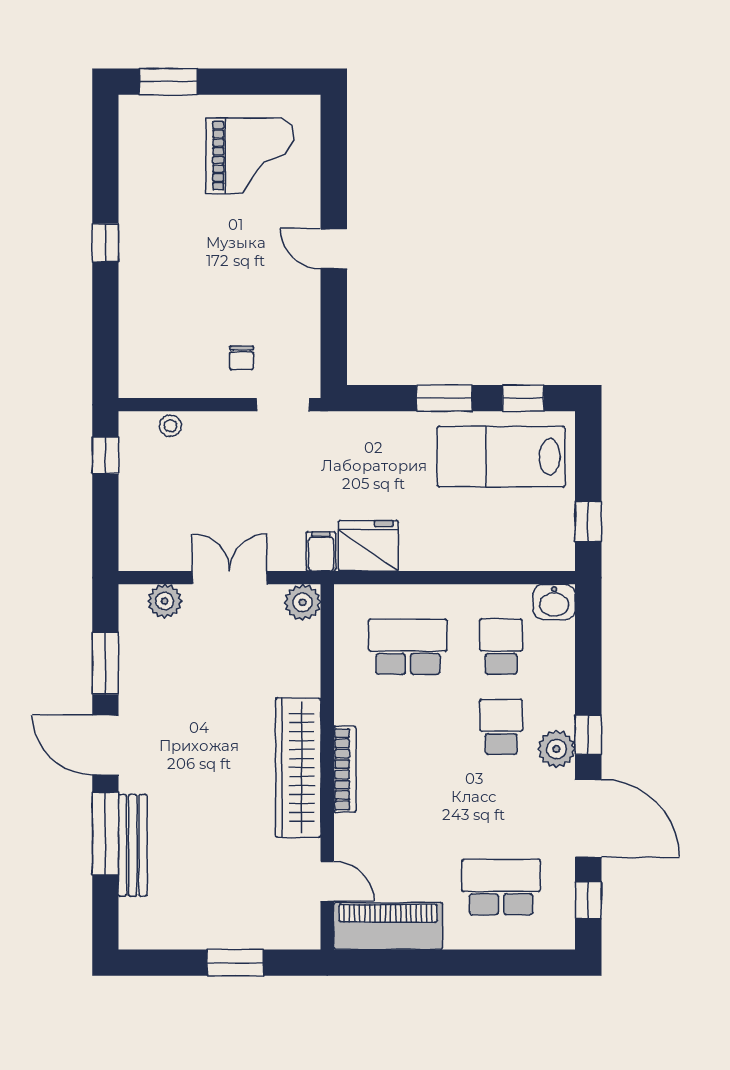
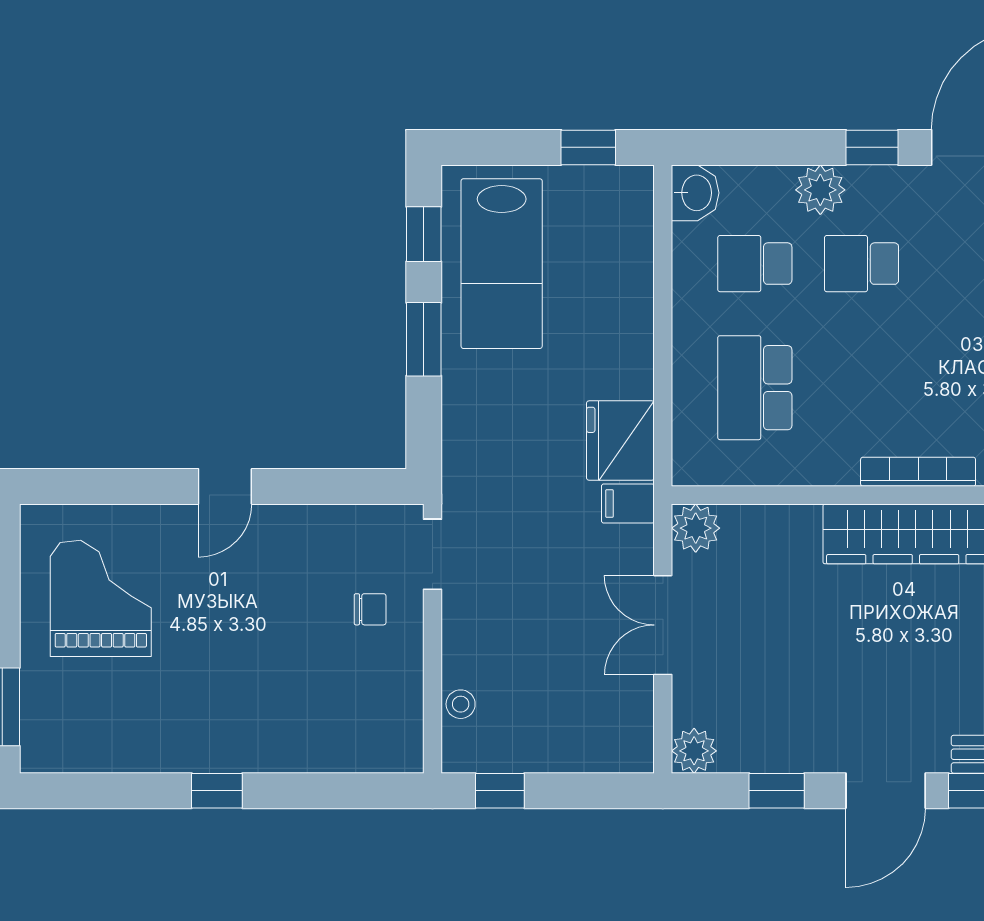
plant: (165, 601) -> (694, 751), moved
window: (105, 663) -> (777, 791), width x0.67
plant: (557, 749) -> (820, 190), moved

